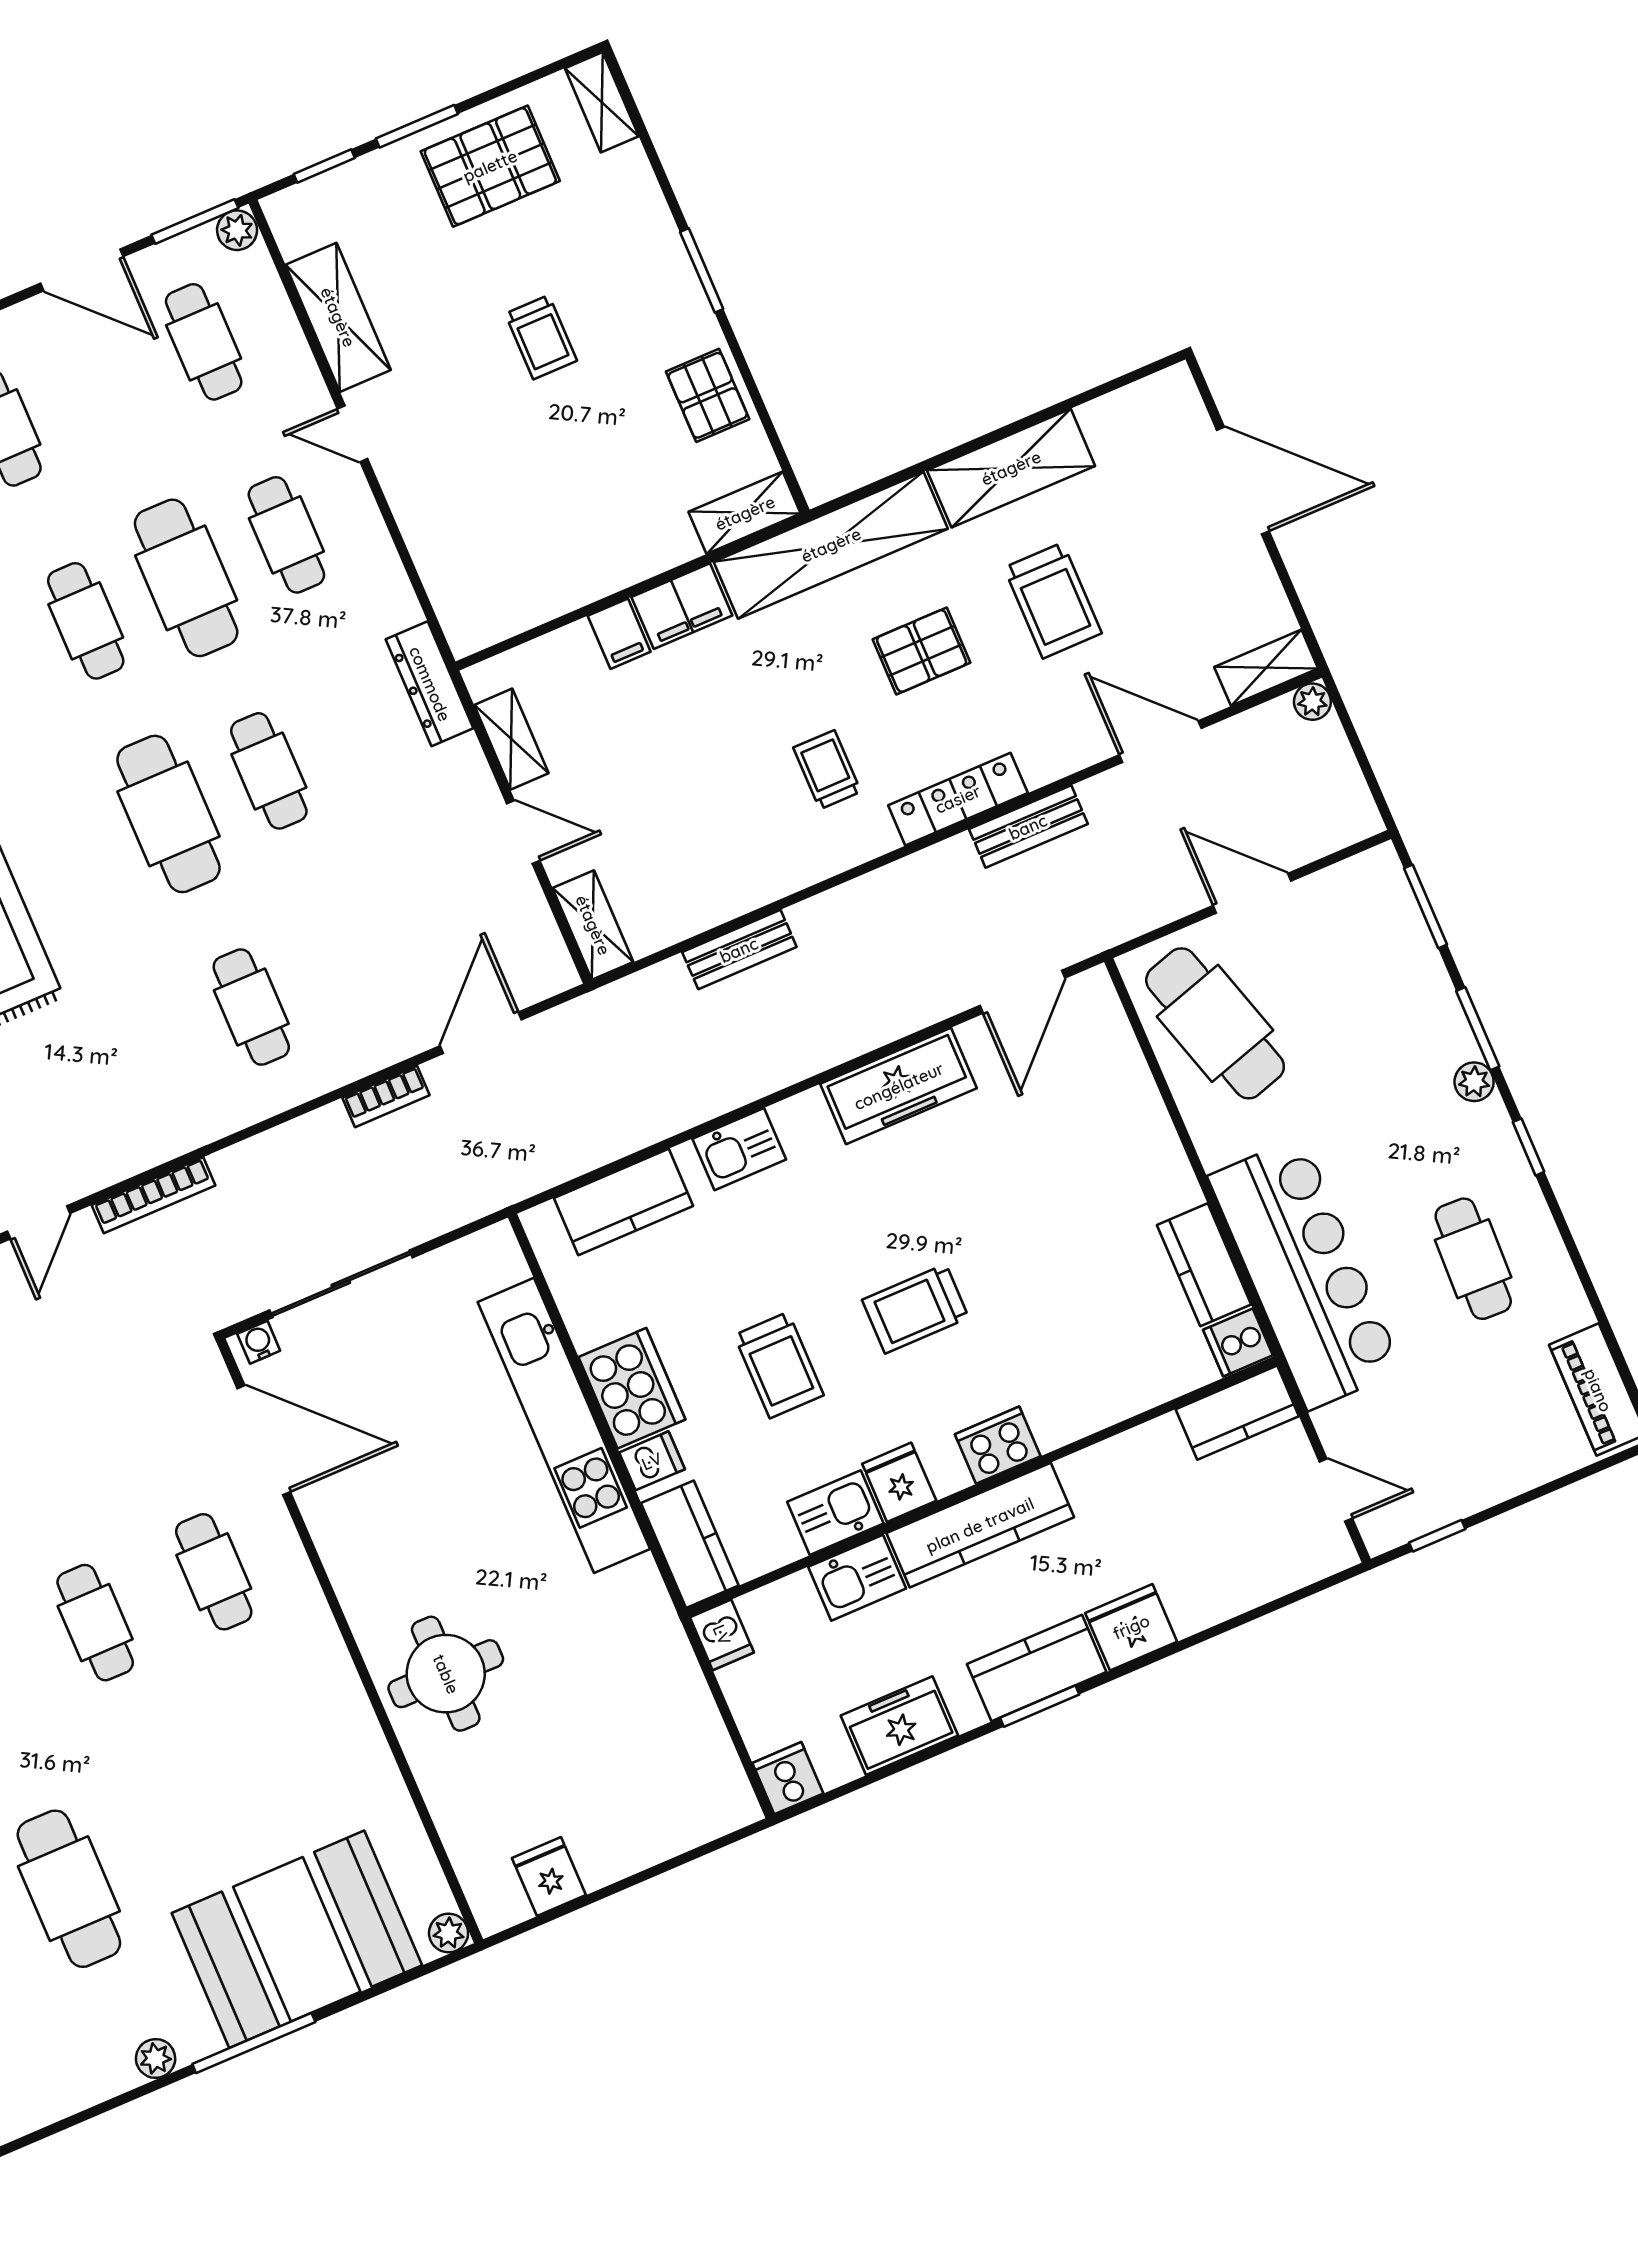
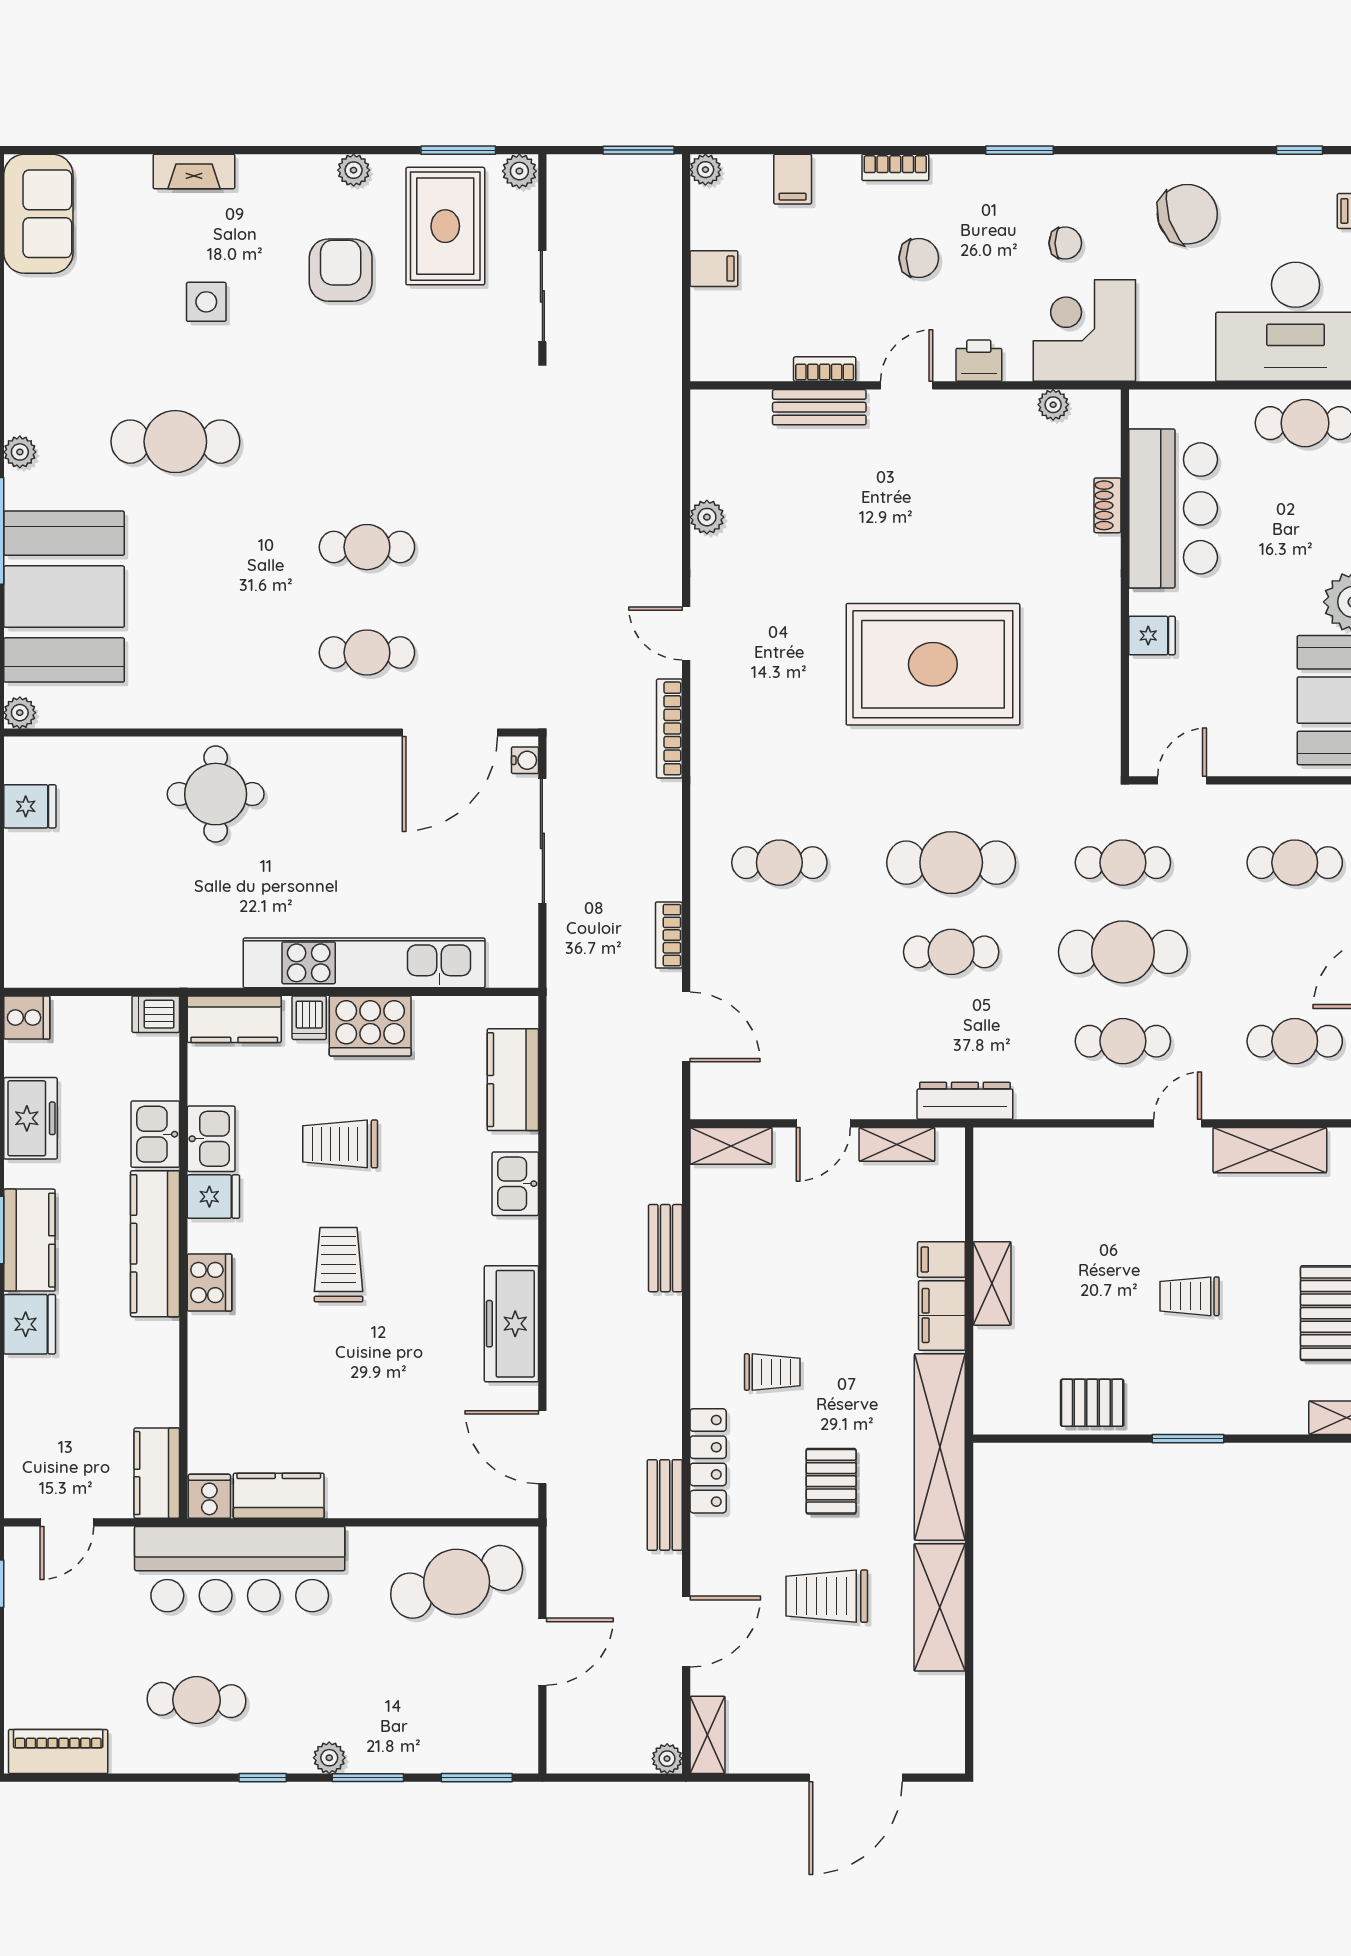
shelving: (745, 513) -> (992, 1283), moved

